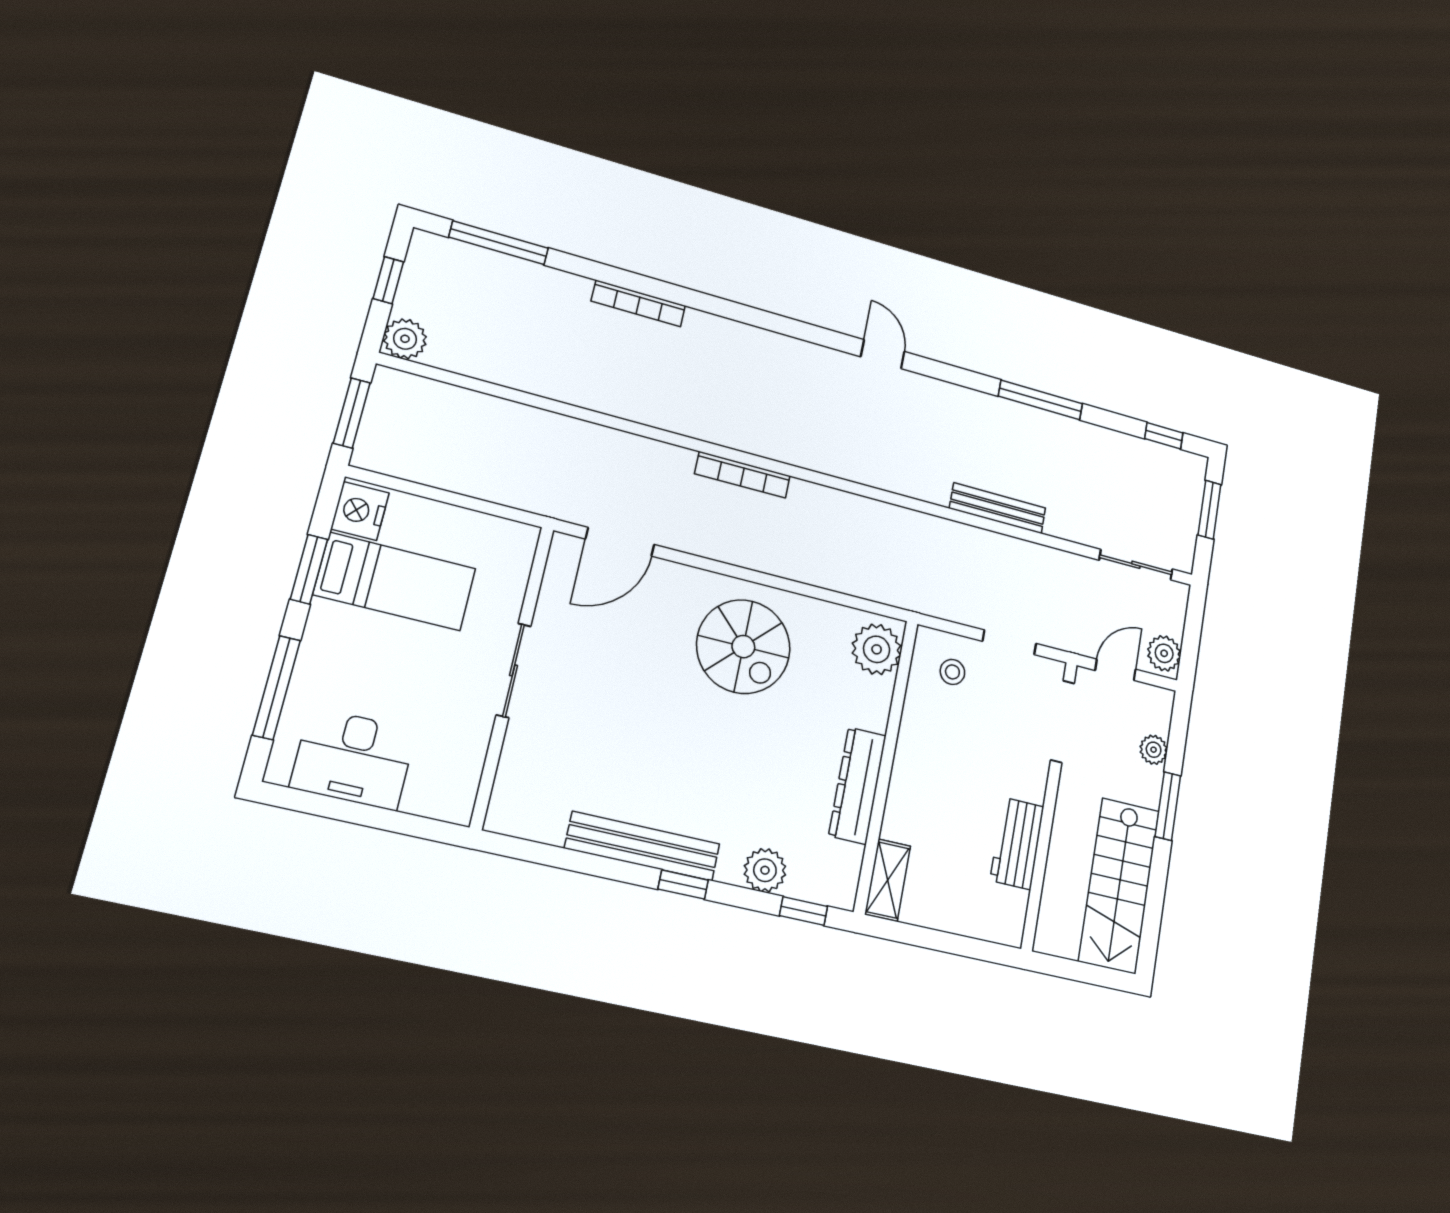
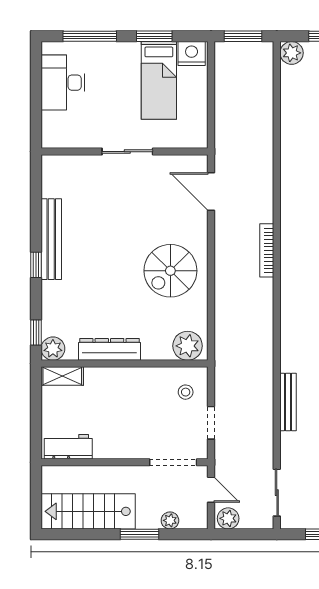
workbench: (1017, 843) -> (68, 447), moved
plant: (765, 870) -> (53, 349), moved

